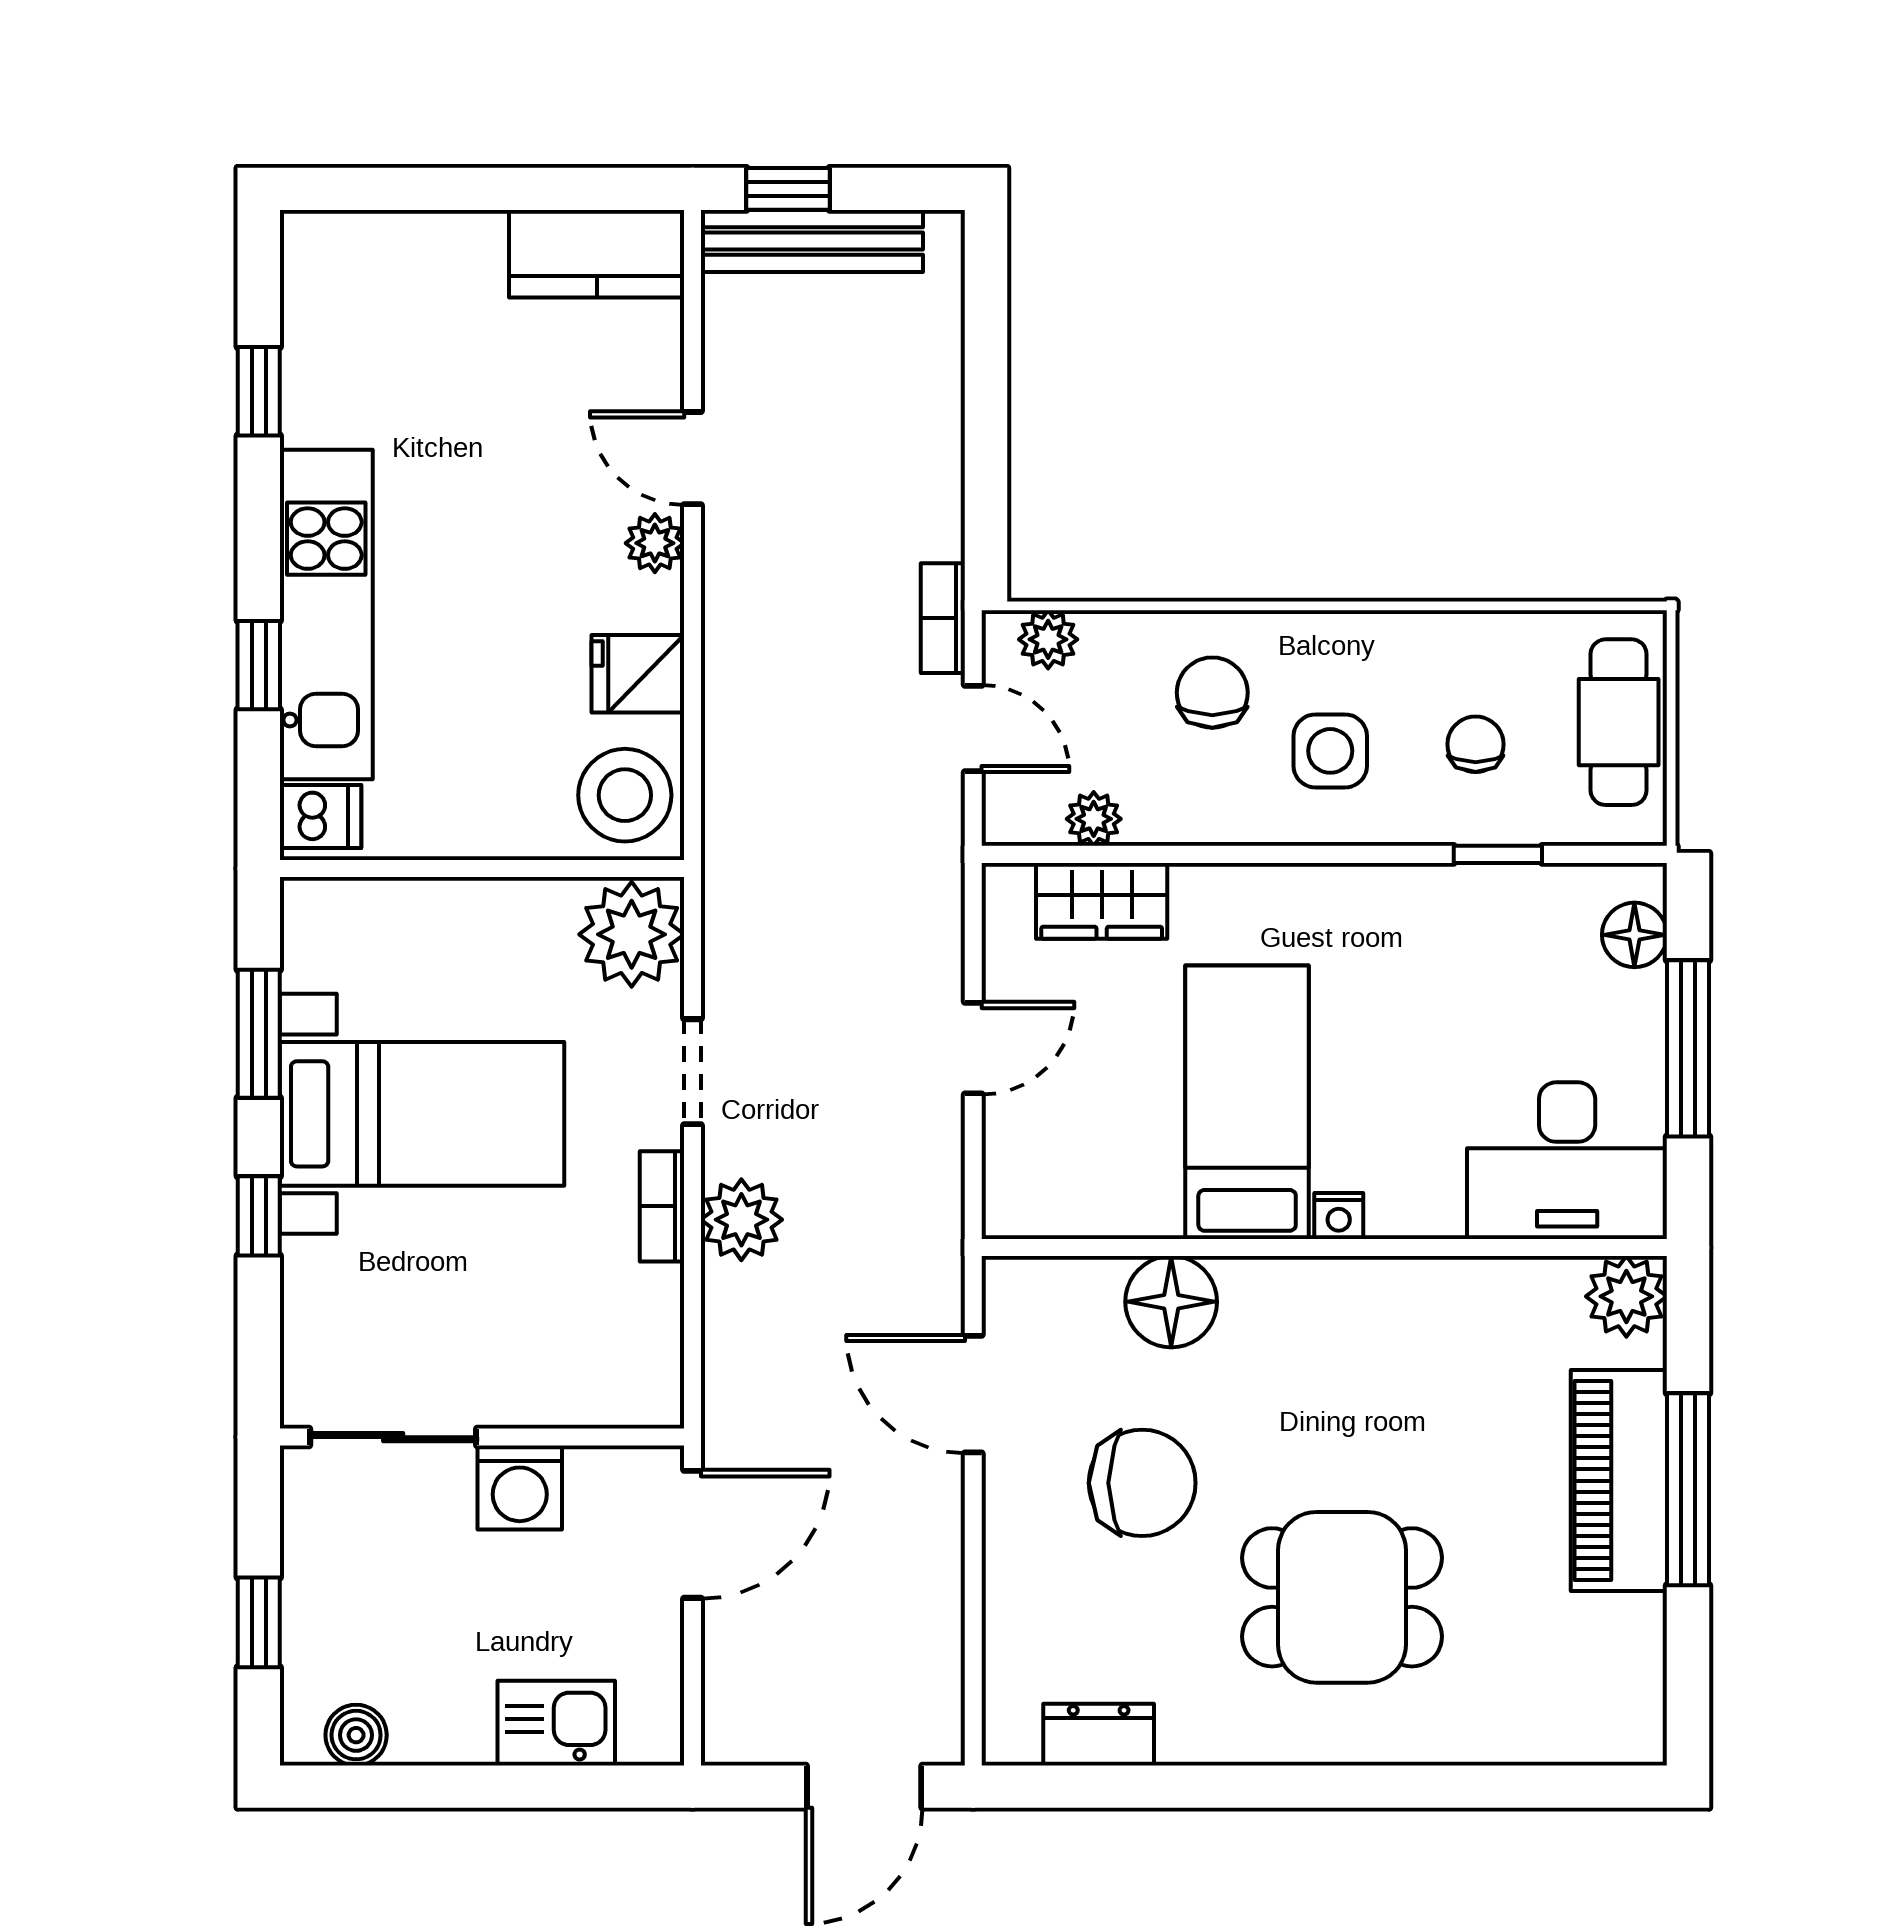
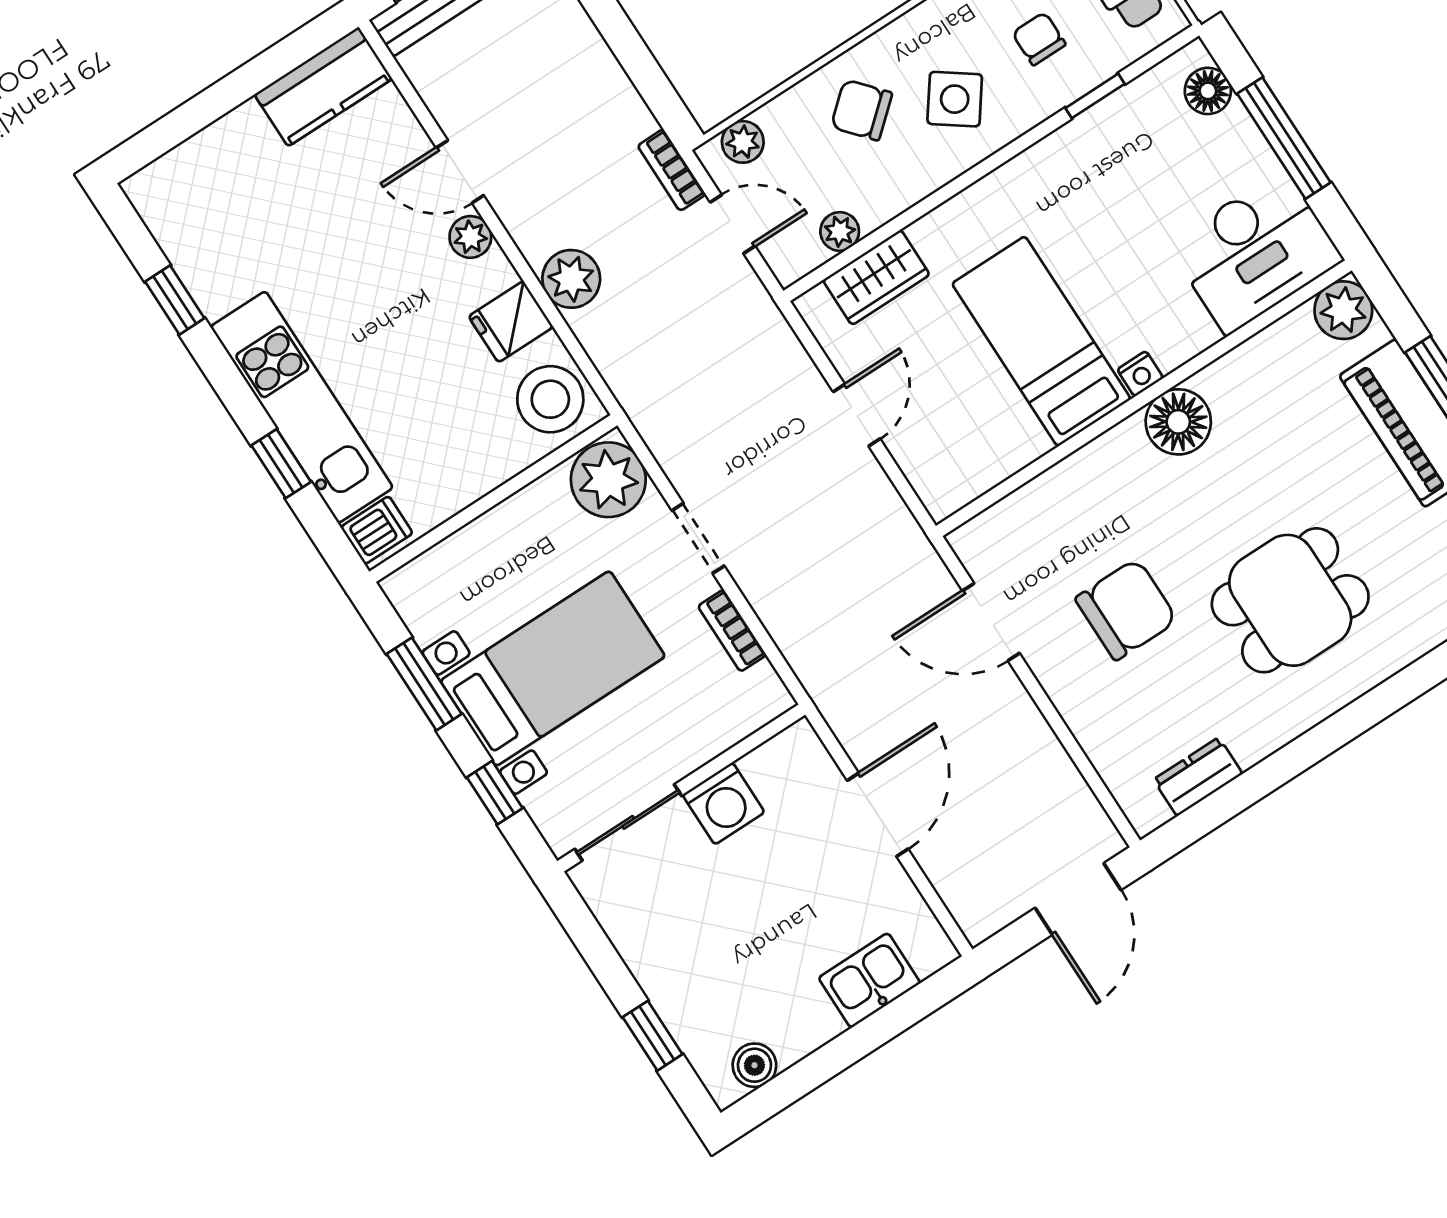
chair: (1212, 693) -> (862, 110), turned -41
side table: (1330, 751) -> (955, 99), turned 36
plant: (741, 1220) -> (571, 279), moved
floor lamp: (1171, 1302) -> (1178, 422), moved
sliding door: (393, 1437) -> (628, 822), moved
wall: (482, 1437) -> (681, 788), moved
washing machine: (520, 1488) -> (724, 803), moved

